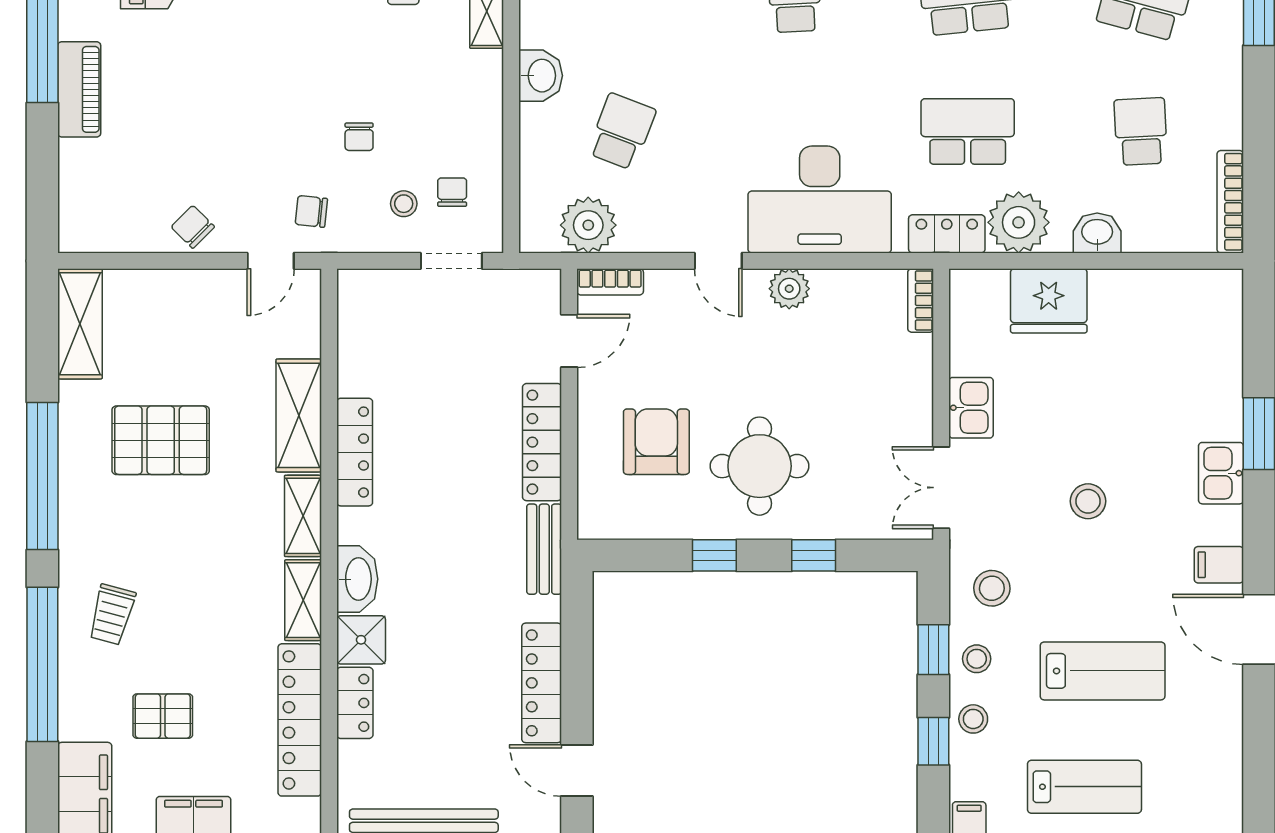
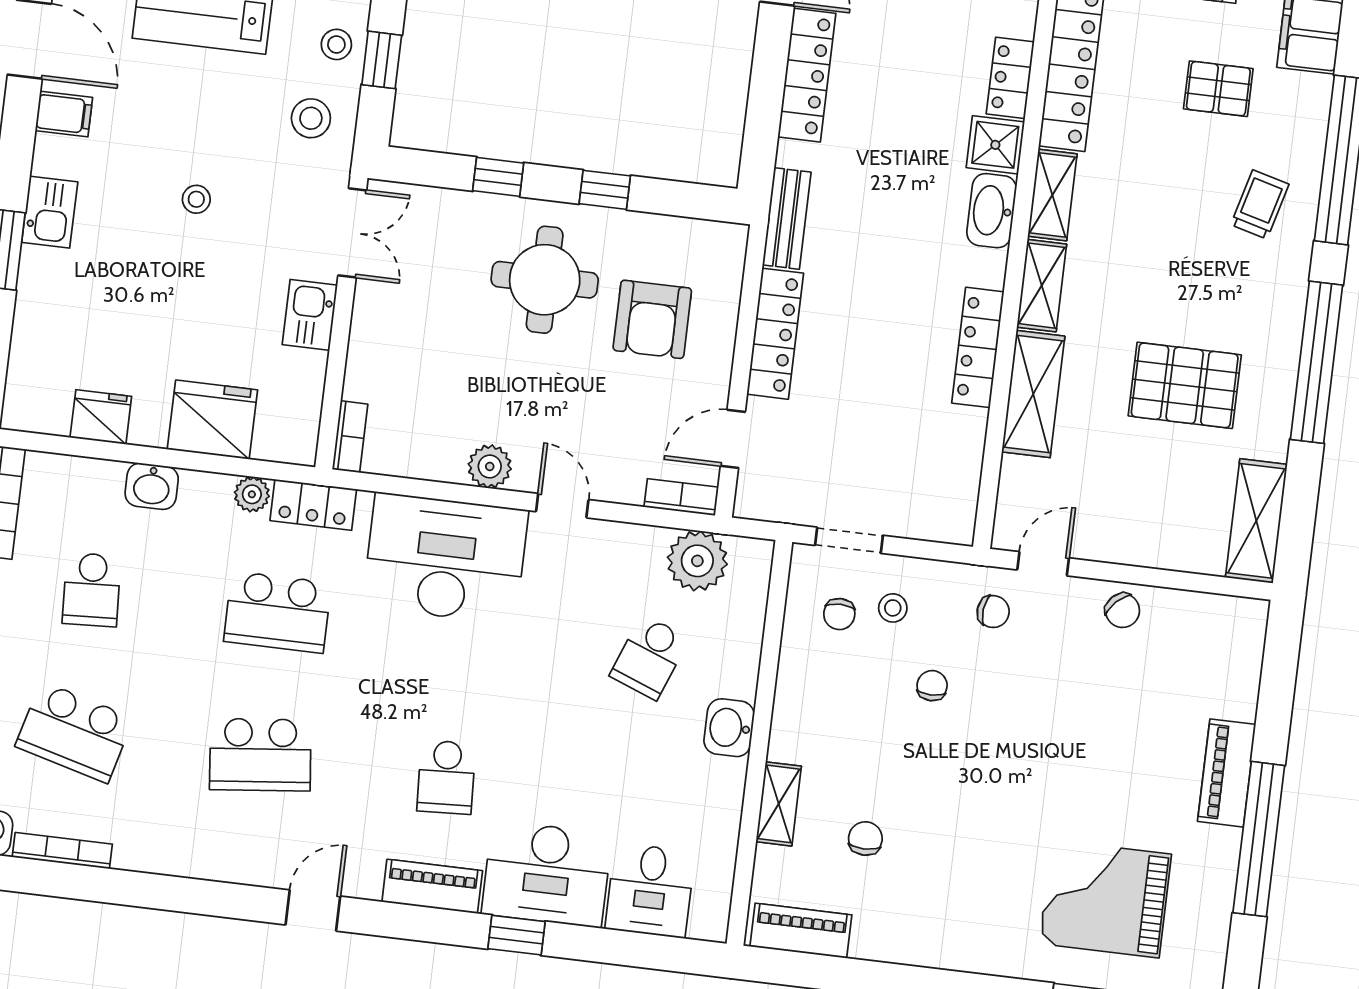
plant: (1019, 222) -> (252, 494), width x0.53, depth x0.53
fridge: (1151, 291) -> (101, 417), added
stool: (1088, 501) -> (196, 199), width x0.73, depth x0.73

